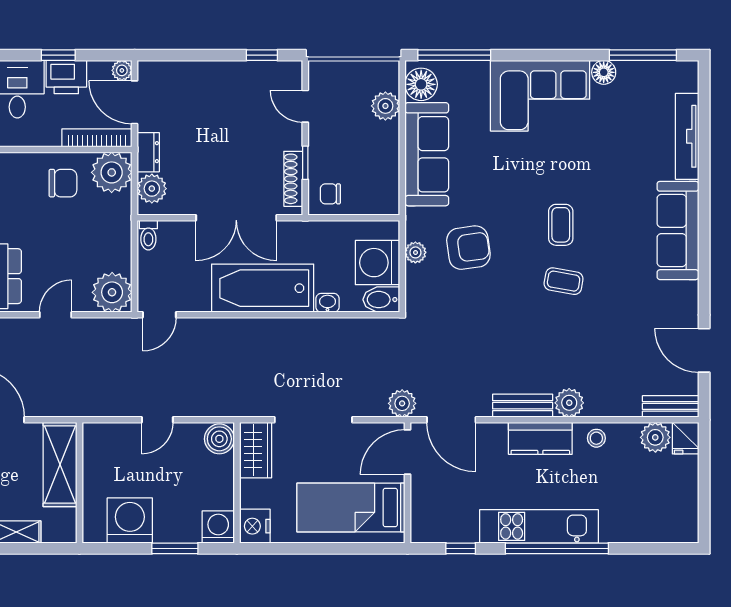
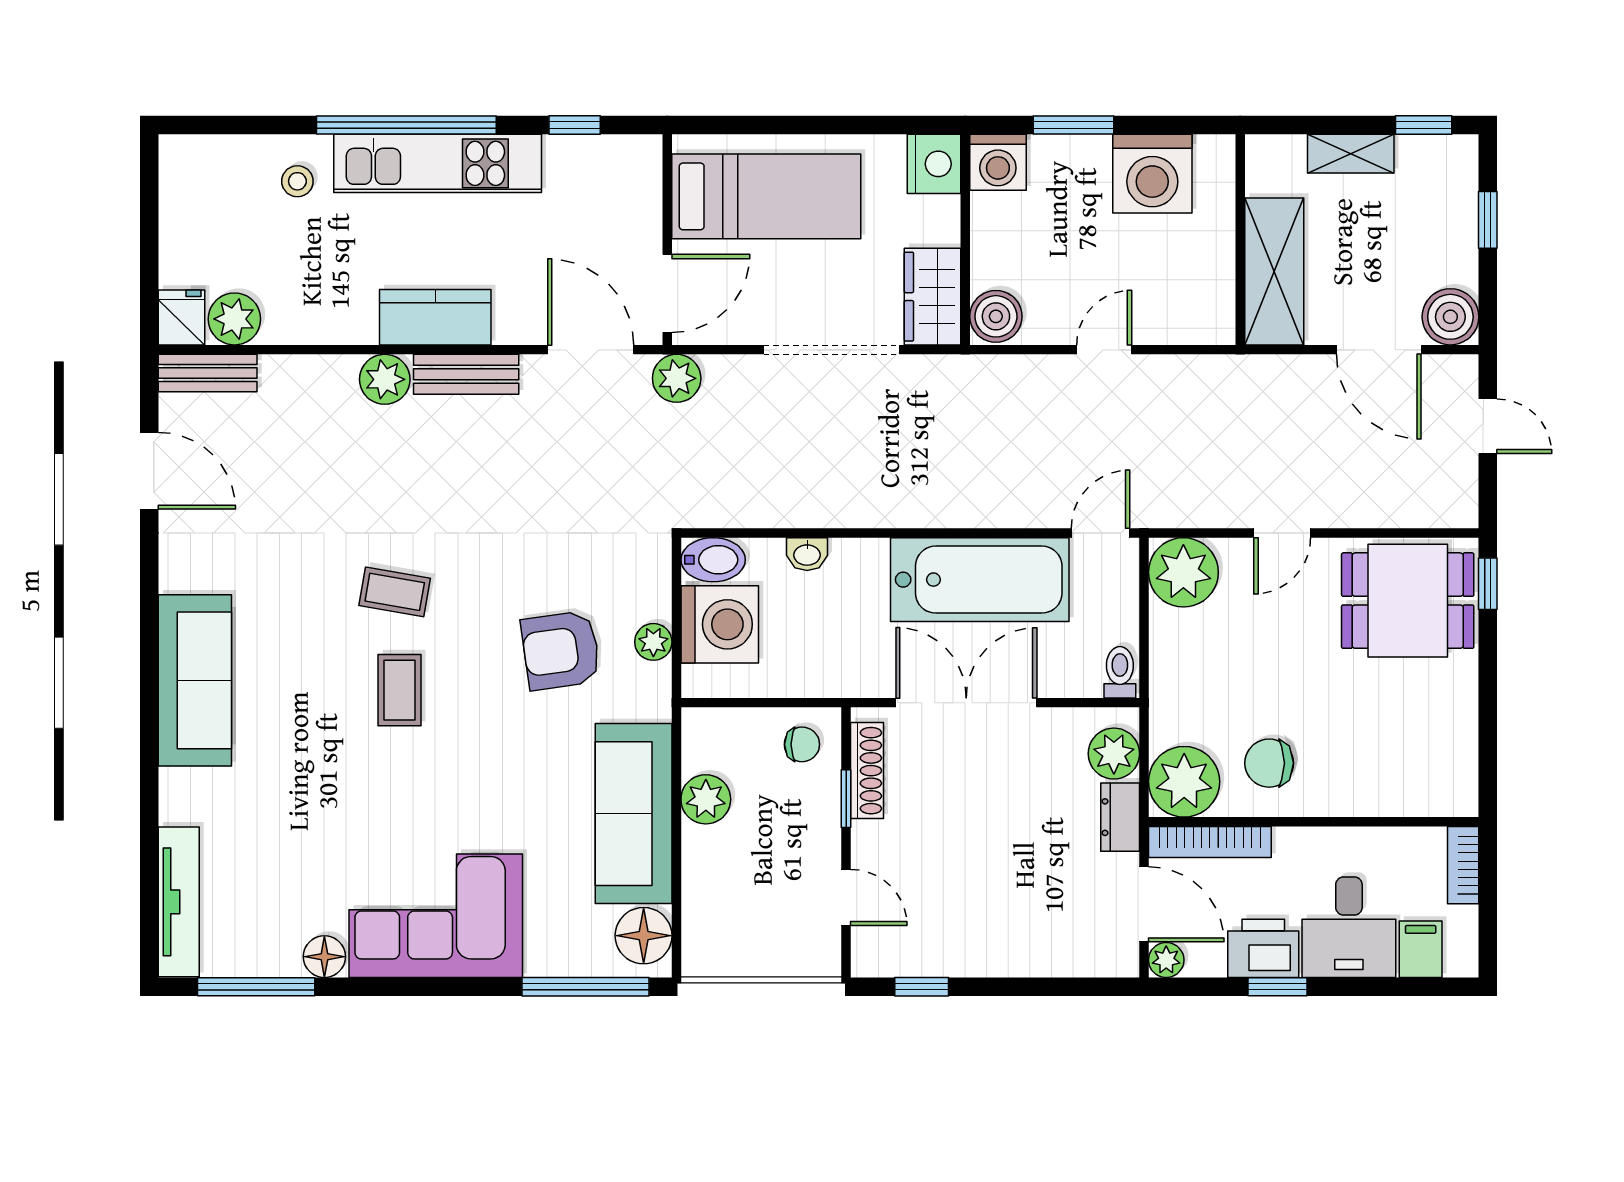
plant: (385, 106) -> (706, 799), moved
tv unit: (687, 136) -> (179, 902), moved
bathtub: (263, 288) -> (980, 580), moved
stool: (596, 438) -> (297, 181), moved

